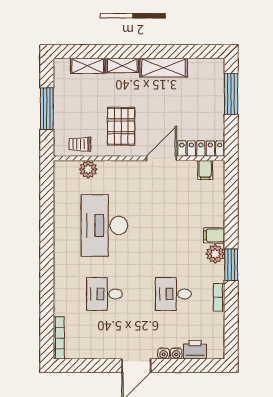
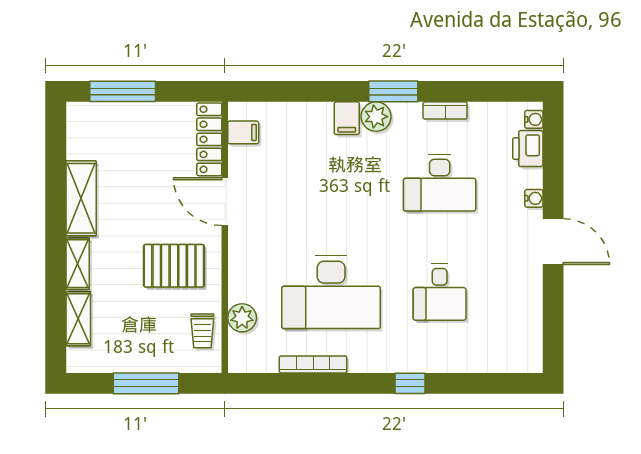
window: (47, 275) -> (410, 383), added
desk: (173, 294) -> (440, 183), width x1.37
bookcase: (59, 338) -> (313, 364), moved
water cooler: (176, 353) -> (534, 119), moved

